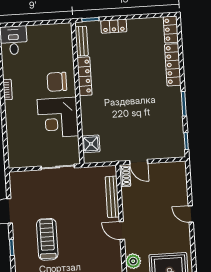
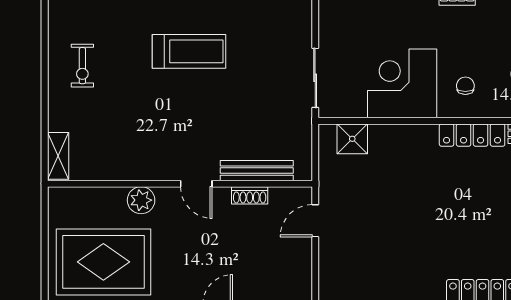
chair: (57, 82) -> (465, 86), width x0.54, depth x0.54
shoe rack: (125, 176) -> (250, 195), moved
door: (122, 231) -> (196, 184), swing flipped

